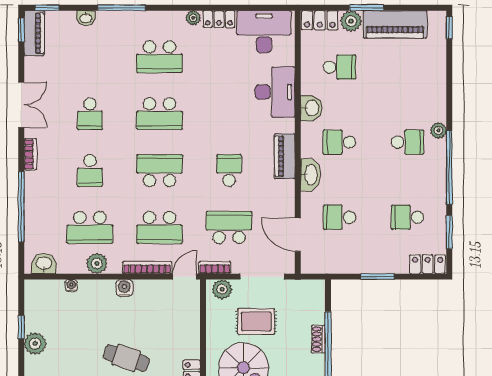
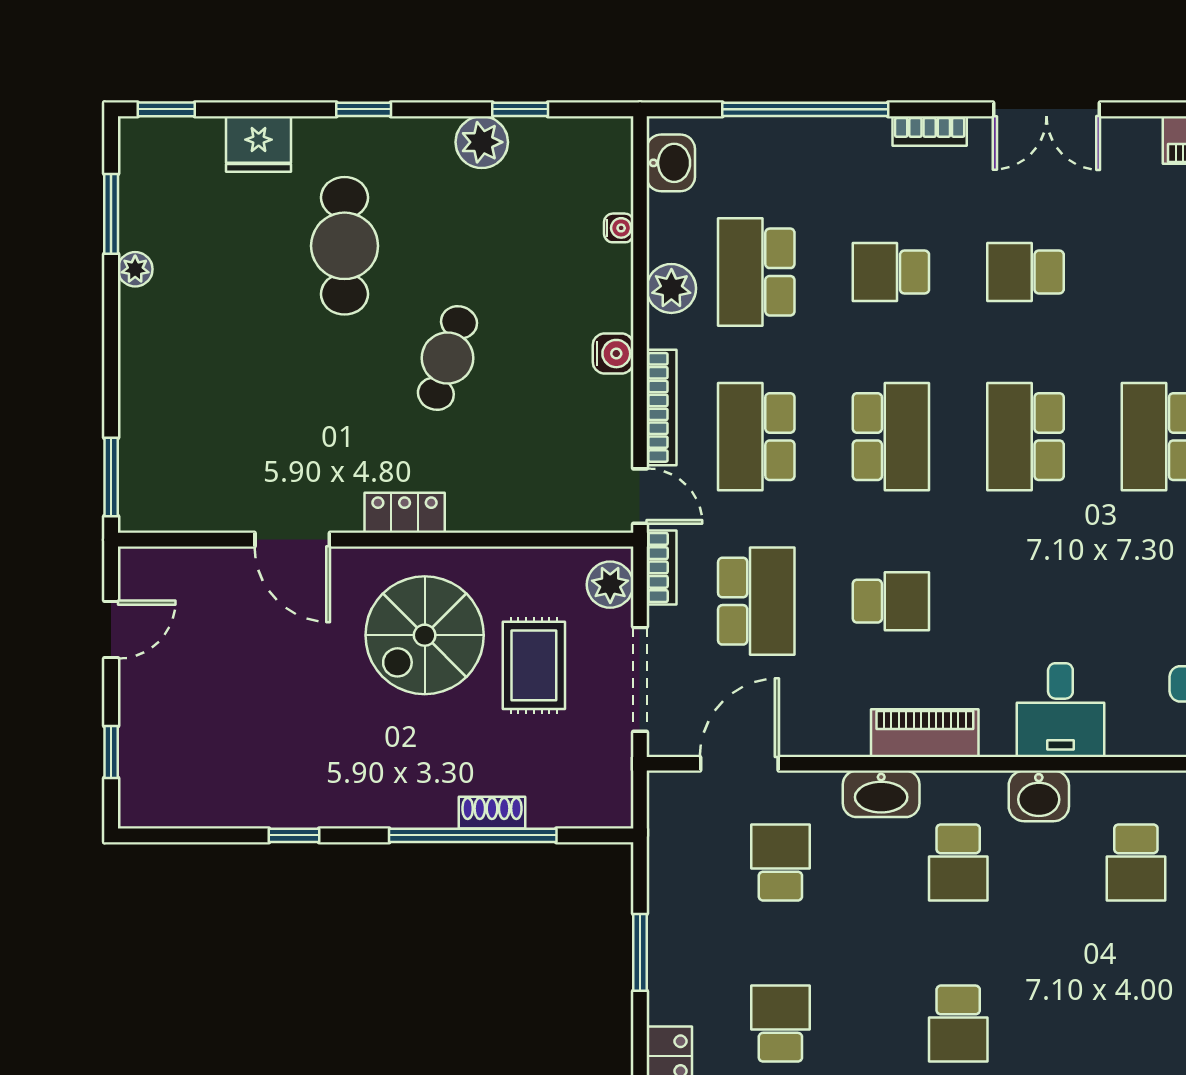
desk: (275, 92) -> (1060, 710), width x0.73
school desk: (339, 142) -> (958, 862), turned 180

